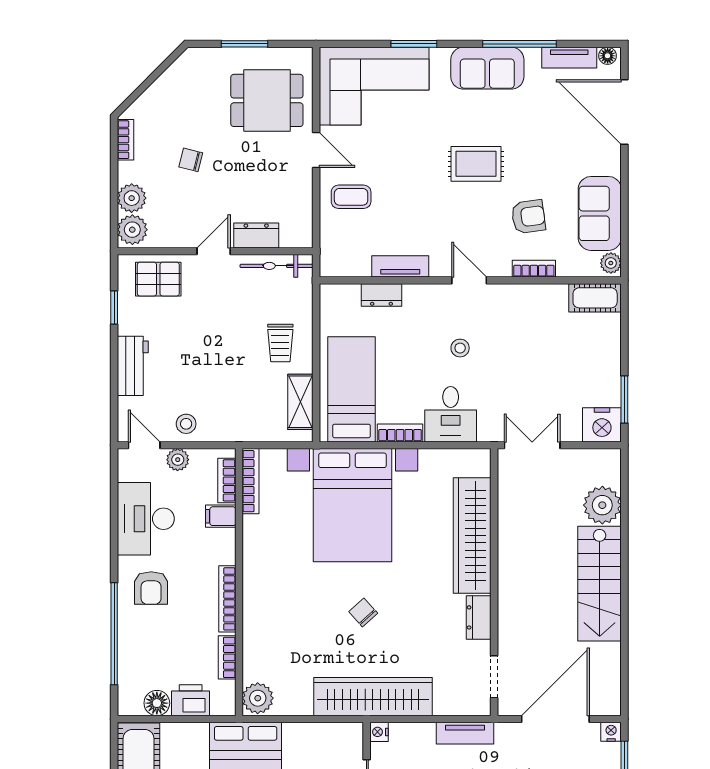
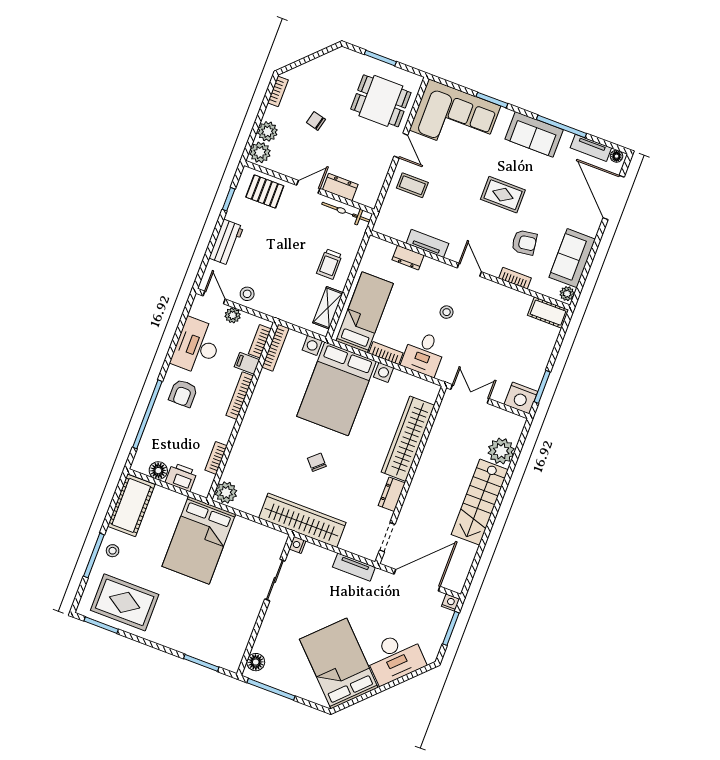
bookcase: (227, 599) -> (240, 396), moved

